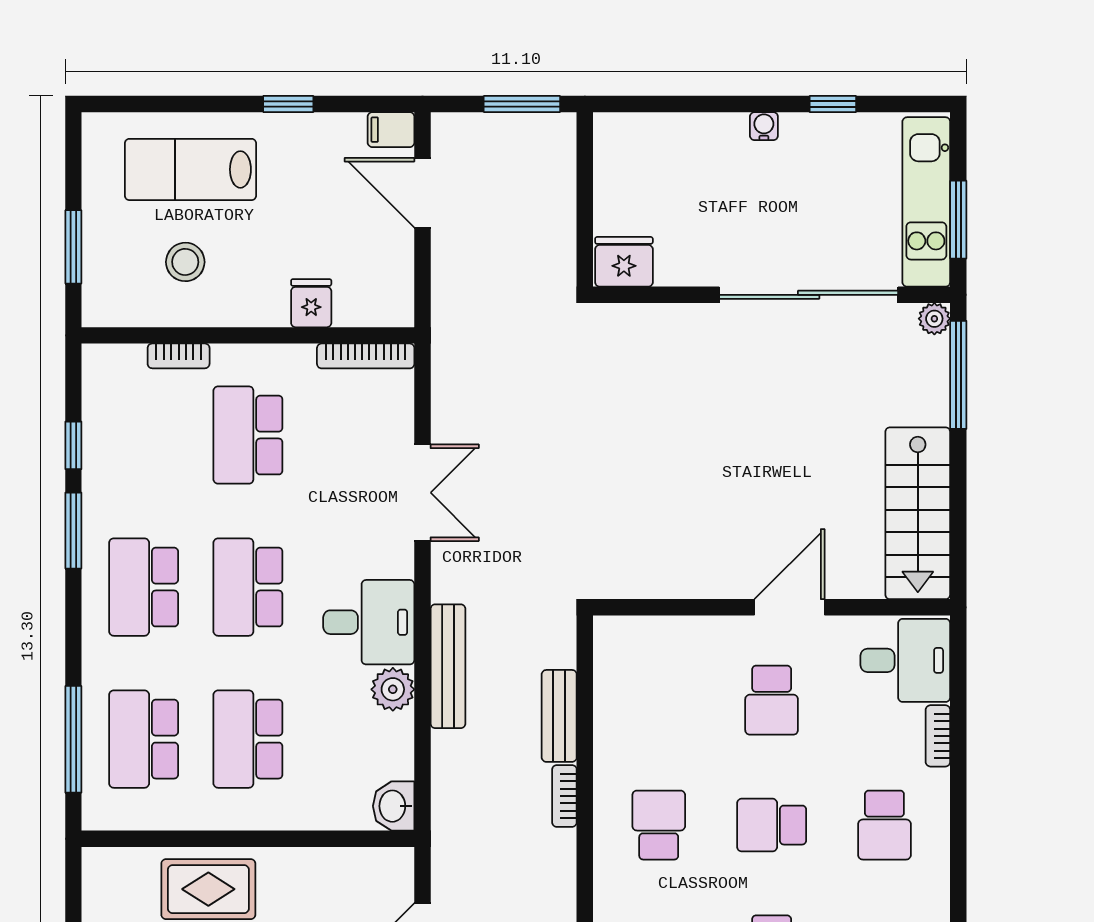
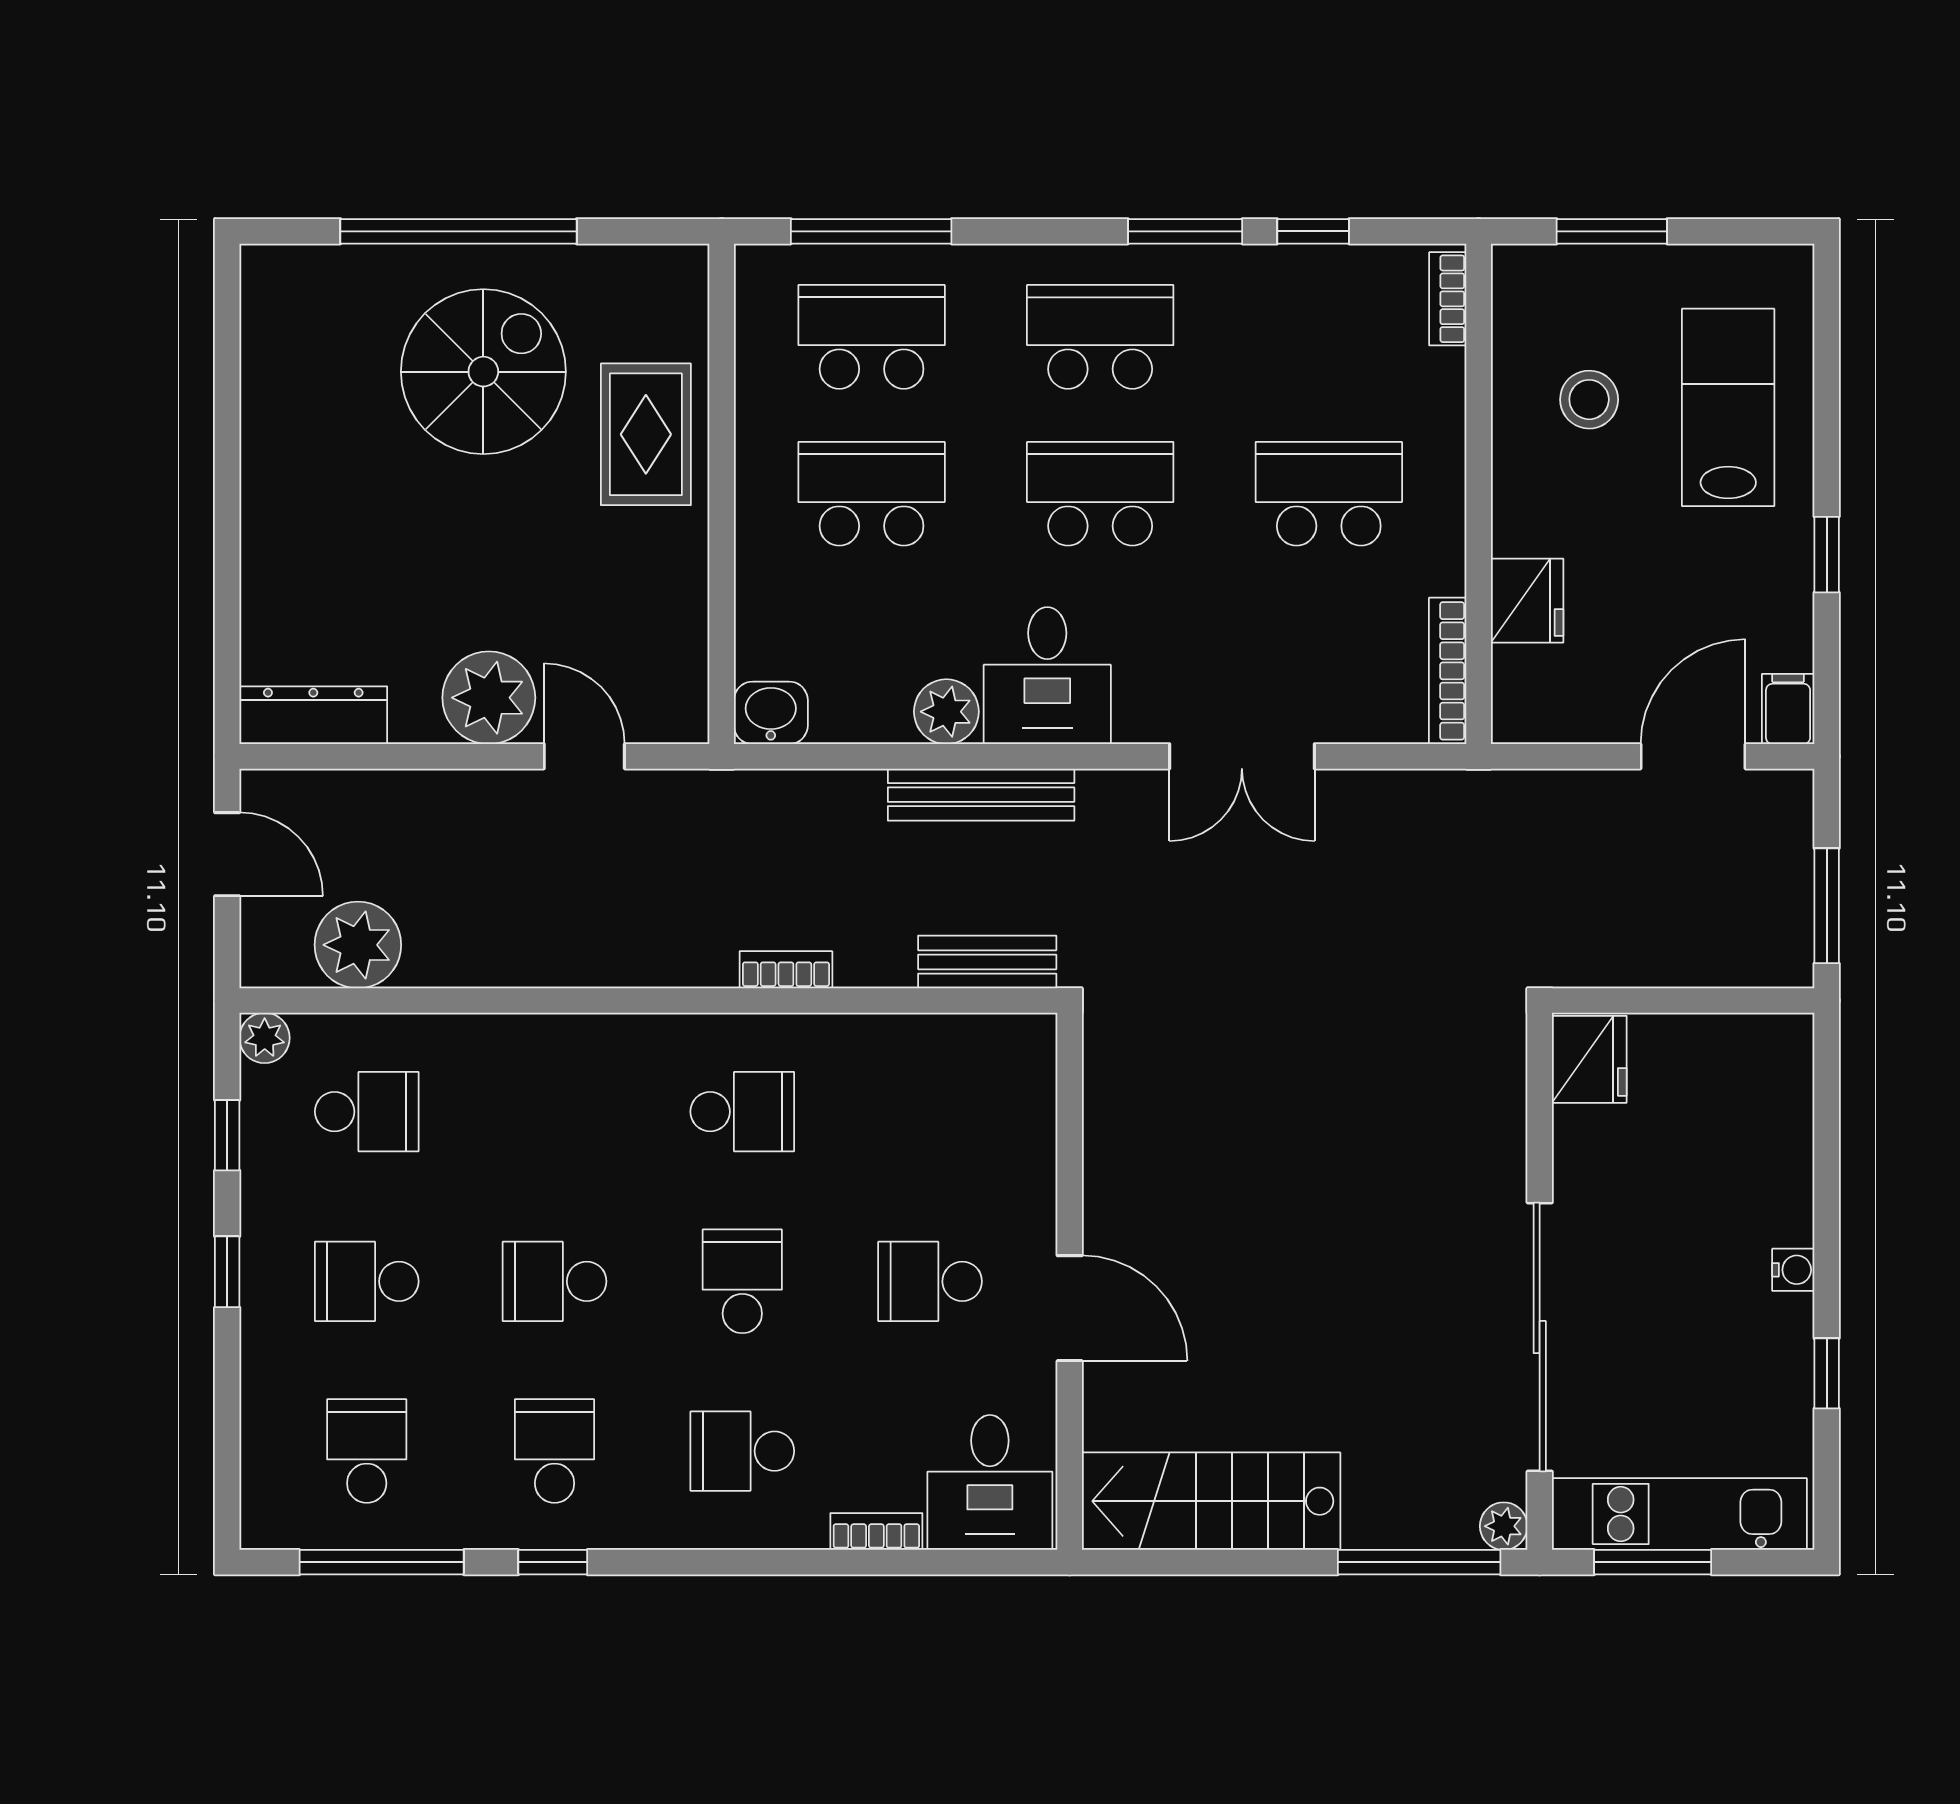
fridge: (311, 303) -> (1527, 601), width x1.38
bookcase: (179, 356) -> (1448, 299), moved
bench: (559, 716) -> (987, 962), moved

